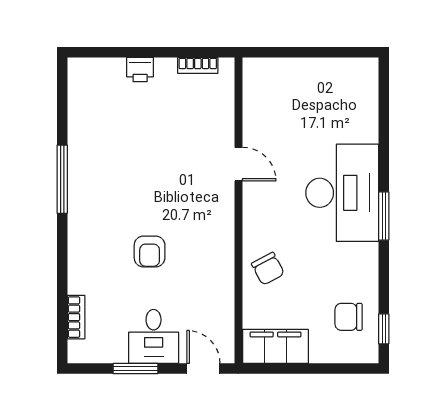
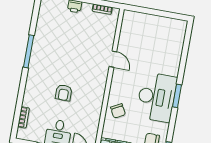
desk: (342, 193) -> (157, 97), moved

